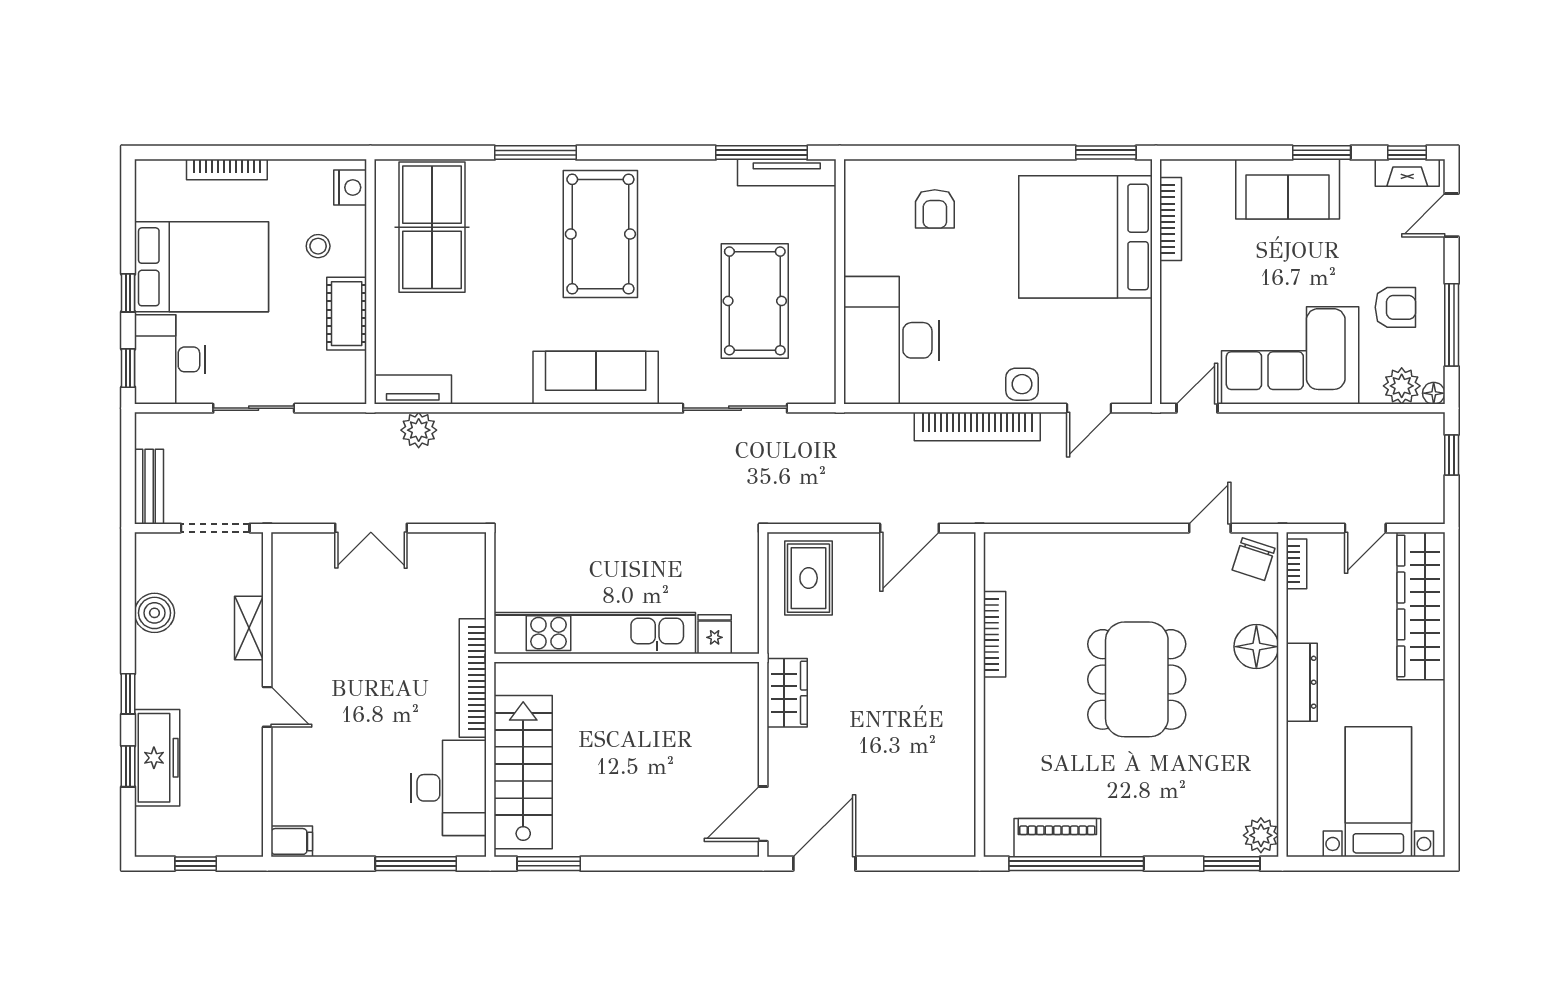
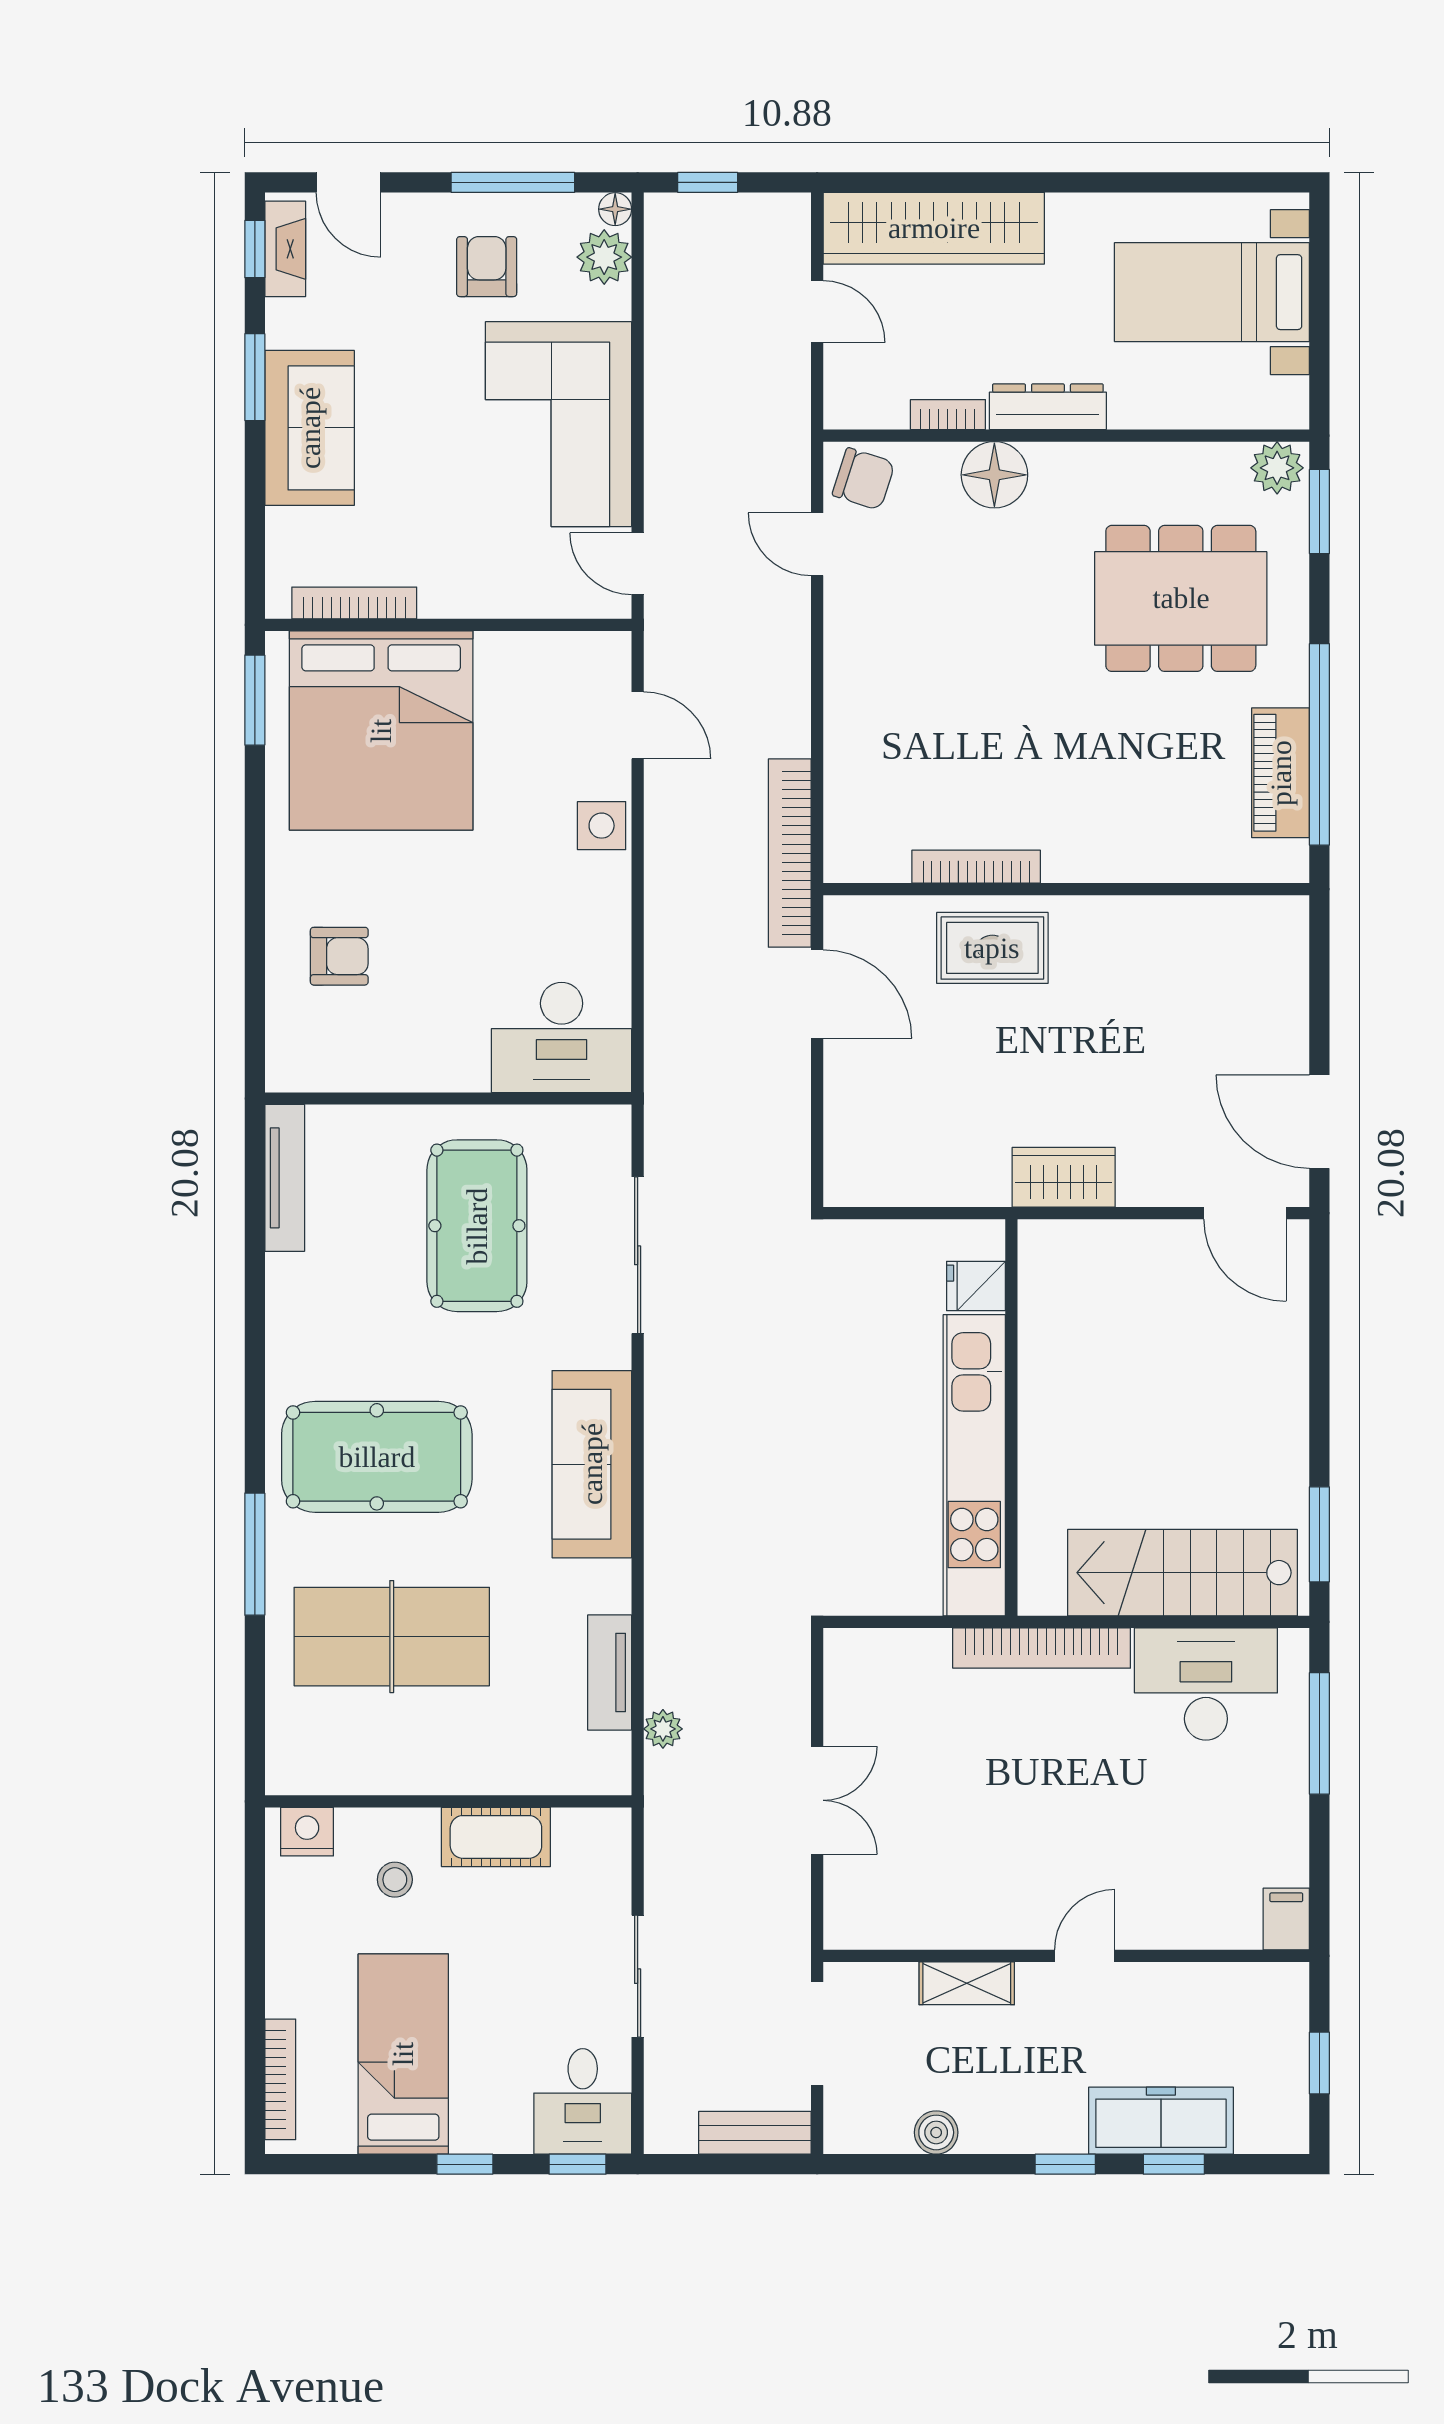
window: (762, 153) -> (255, 1216), removed
bookcase: (227, 170) -> (280, 2079), moved
table tennis table: (432, 227) -> (392, 1637), moved
bed: (202, 267) -> (403, 2054), width x0.67
pool table: (755, 301) -> (477, 1226), turned 90
desk: (892, 340) -> (562, 1037), width x0.73, depth x0.77
desk: (170, 359) -> (583, 2101), width x0.73
tv unit: (413, 390) -> (610, 1673), moved
bookcase: (977, 426) -> (790, 853), moved, turned 180
plant: (419, 430) -> (663, 1729), width x0.73, depth x0.73
bookcase: (1297, 564) -> (948, 415), moved
rug: (809, 578) -> (992, 948), moved
boiler: (154, 613) -> (936, 2132), width x0.73, depth x0.73
dining table: (1137, 679) -> (1181, 598), moved

